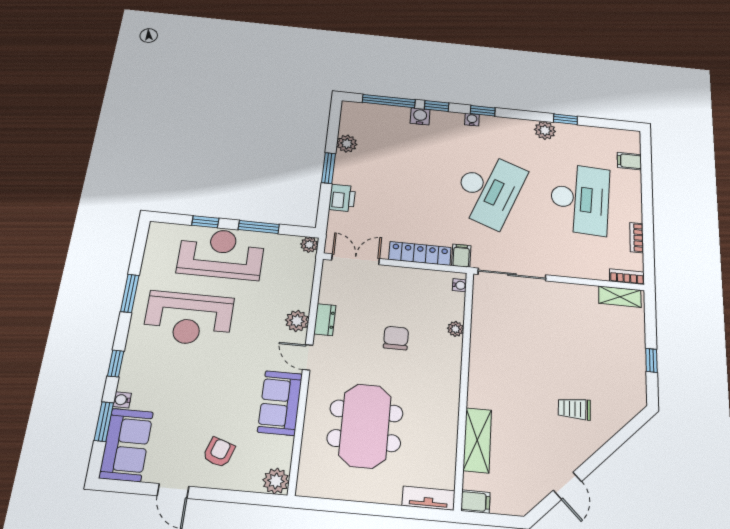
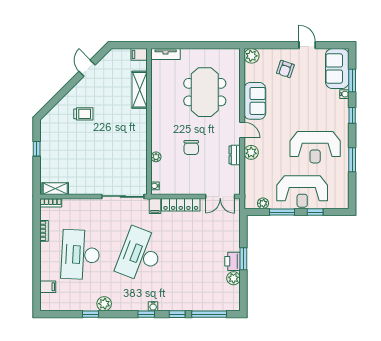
water cooler: (420, 116) -> (188, 305), removed
printer: (342, 198) -> (233, 261), moved
plant: (309, 245) -> (263, 203), moved
reception desk: (188, 319) -> (315, 147), turned 180

